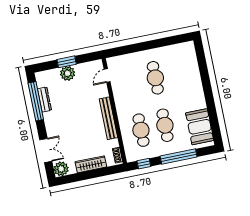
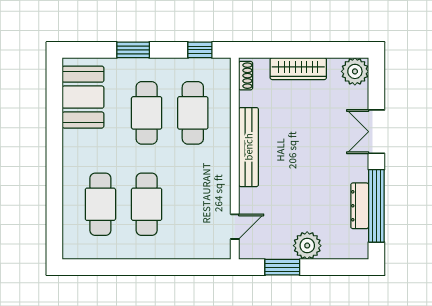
window: (67, 62) -> (282, 267), moved
cafe table: (179, 73) -> (100, 204), added
double door: (46, 150) -> (376, 132), moved
window: (179, 156) -> (133, 50), width x0.47

